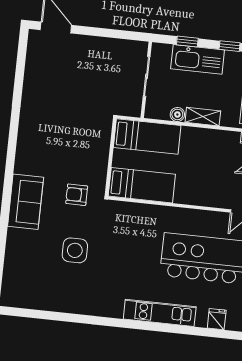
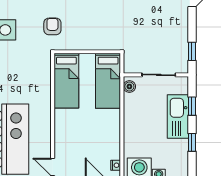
window: (123, 35) -> (192, 51), added
boiler: (177, 114) -> (129, 87), moved
shelving: (203, 117) -> (130, 126), removed

